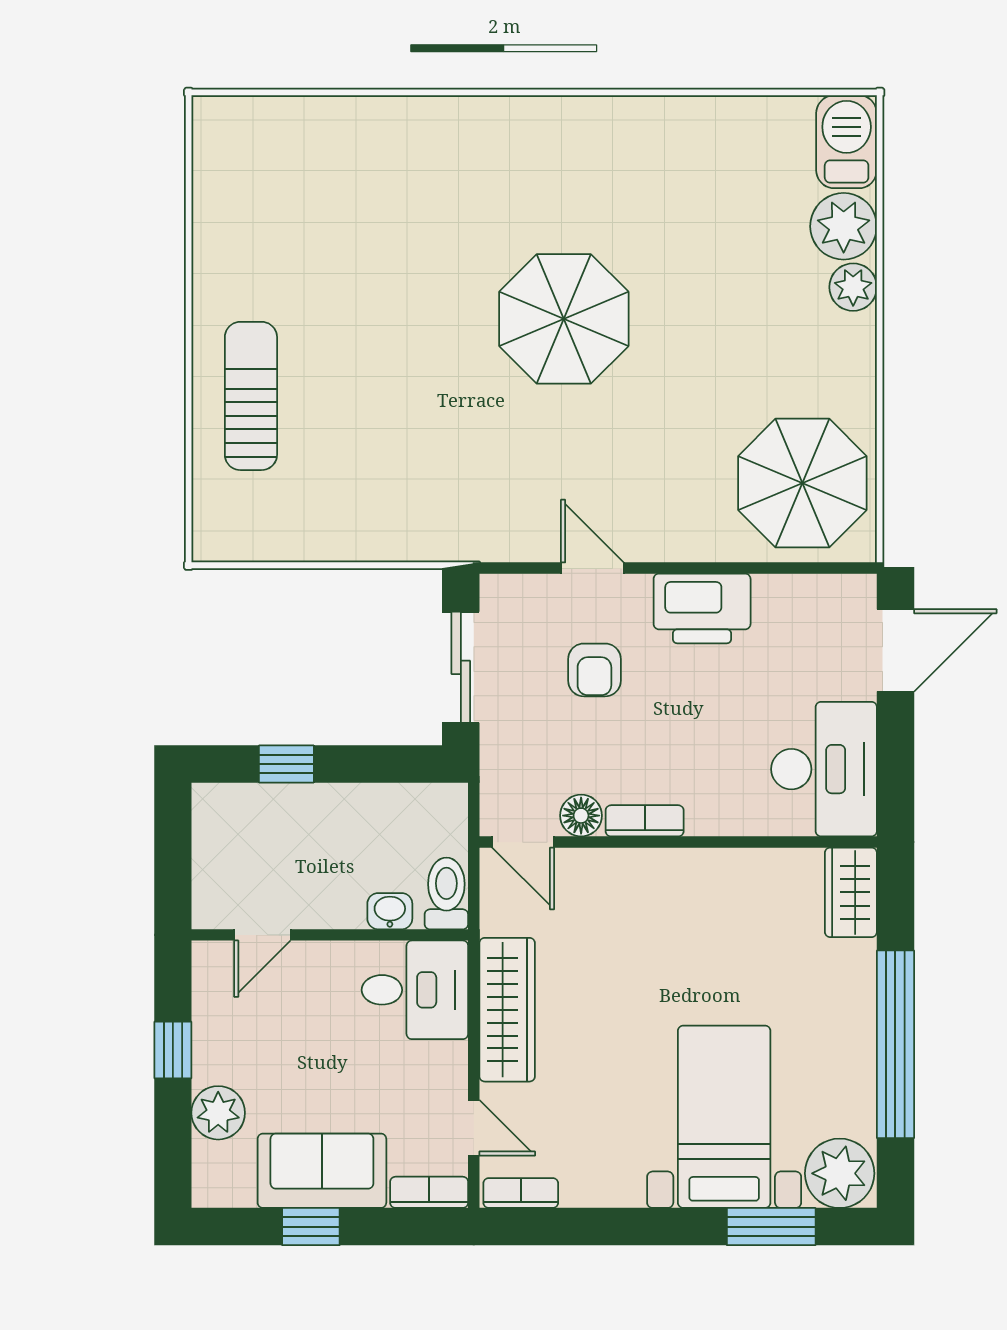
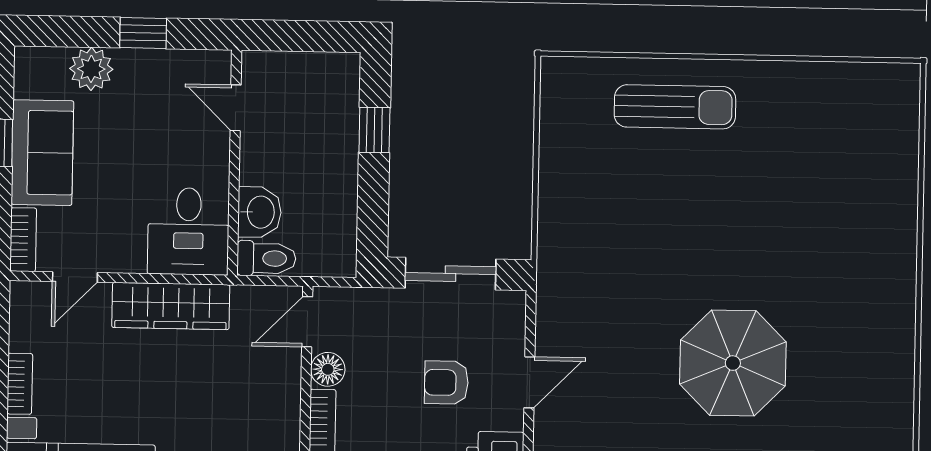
washbasin: (390, 911) -> (259, 212), width x1.38, depth x1.45
bookcase: (521, 1193) -> (20, 384), moved

